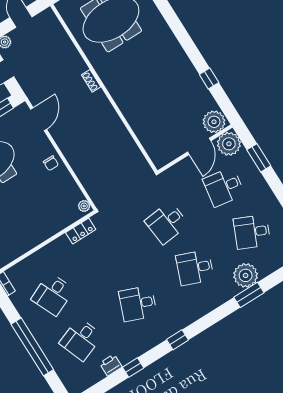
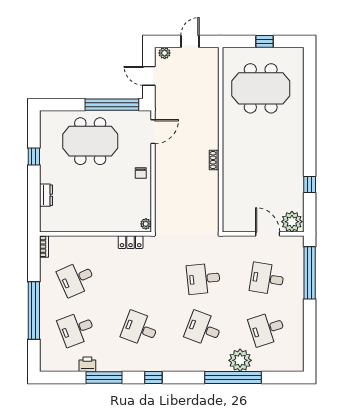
shoe rack: (91, 81) -> (214, 160), moved
plant: (229, 144) -> (293, 247), removed
door: (199, 146) -> (268, 234), swing flipped
window: (259, 158) -> (310, 273), width x2.11
desk: (252, 232) -> (267, 329), turned -42
window: (249, 295) -> (233, 378), width x2.11
window: (133, 368) -> (104, 378), width x2.17

